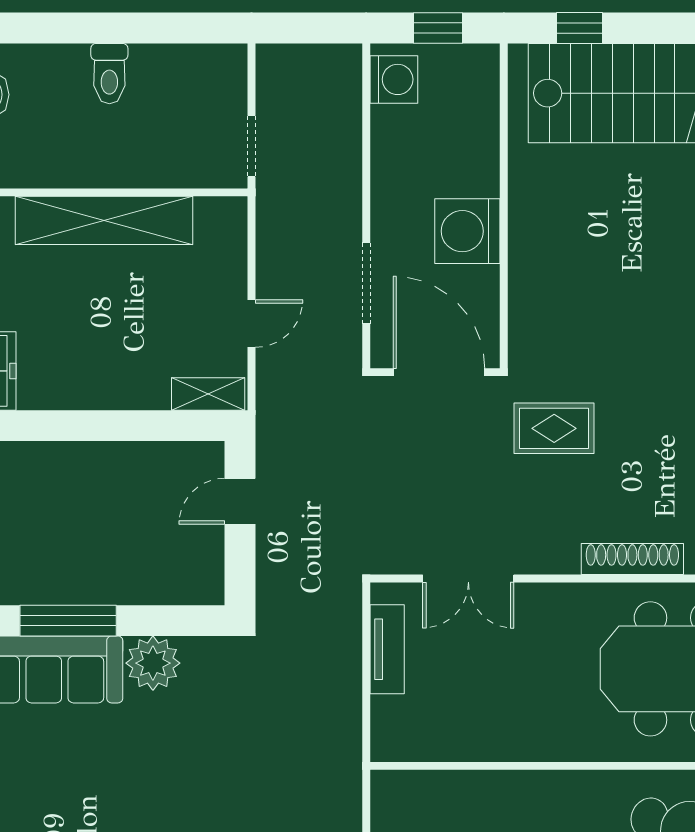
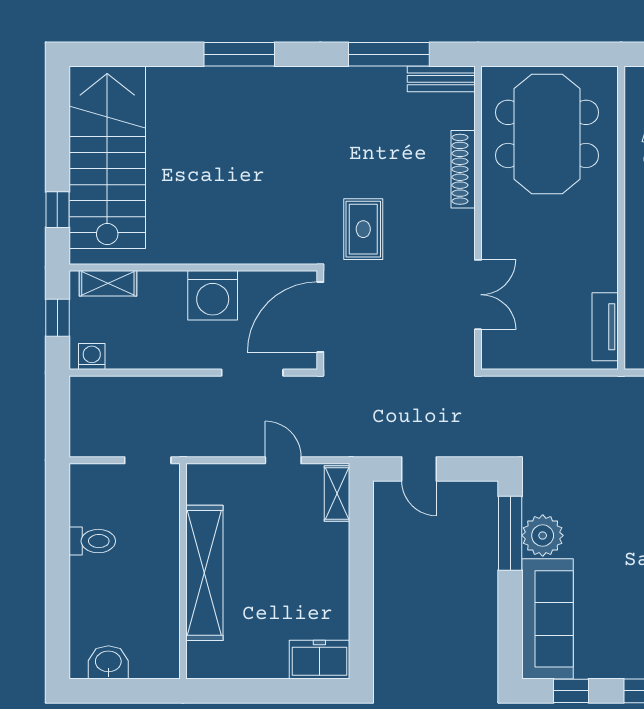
toilet: (109, 74) -> (92, 541), moved
washing machine: (394, 79) -> (92, 356), width x0.73, depth x0.73
shelving: (483, 94) -> (108, 283), added
window: (68, 621) -> (510, 533), moved
tv unit: (387, 649) -> (605, 327), moved, turned -90

